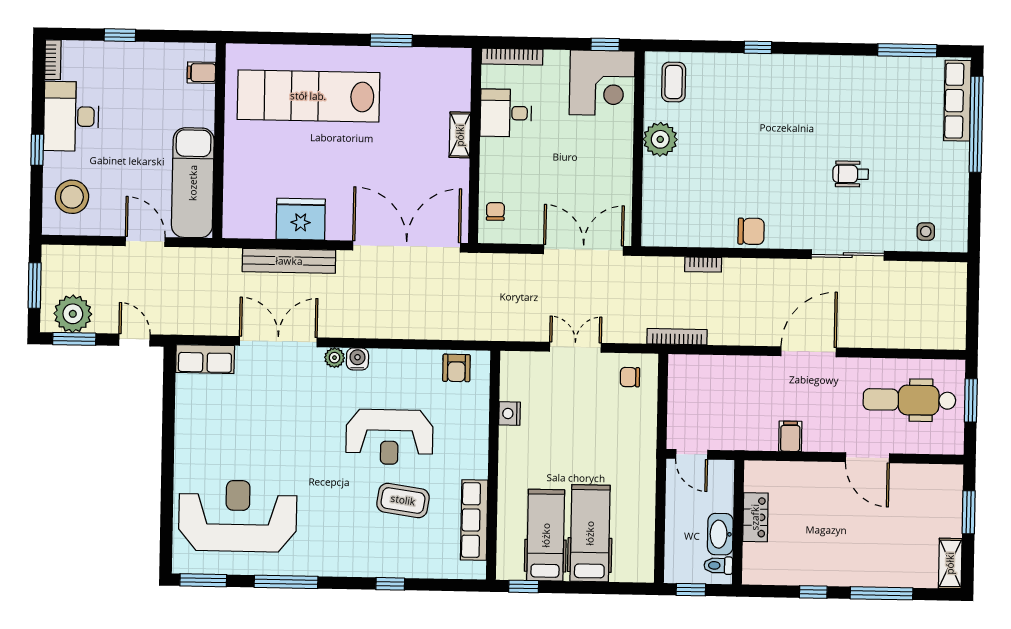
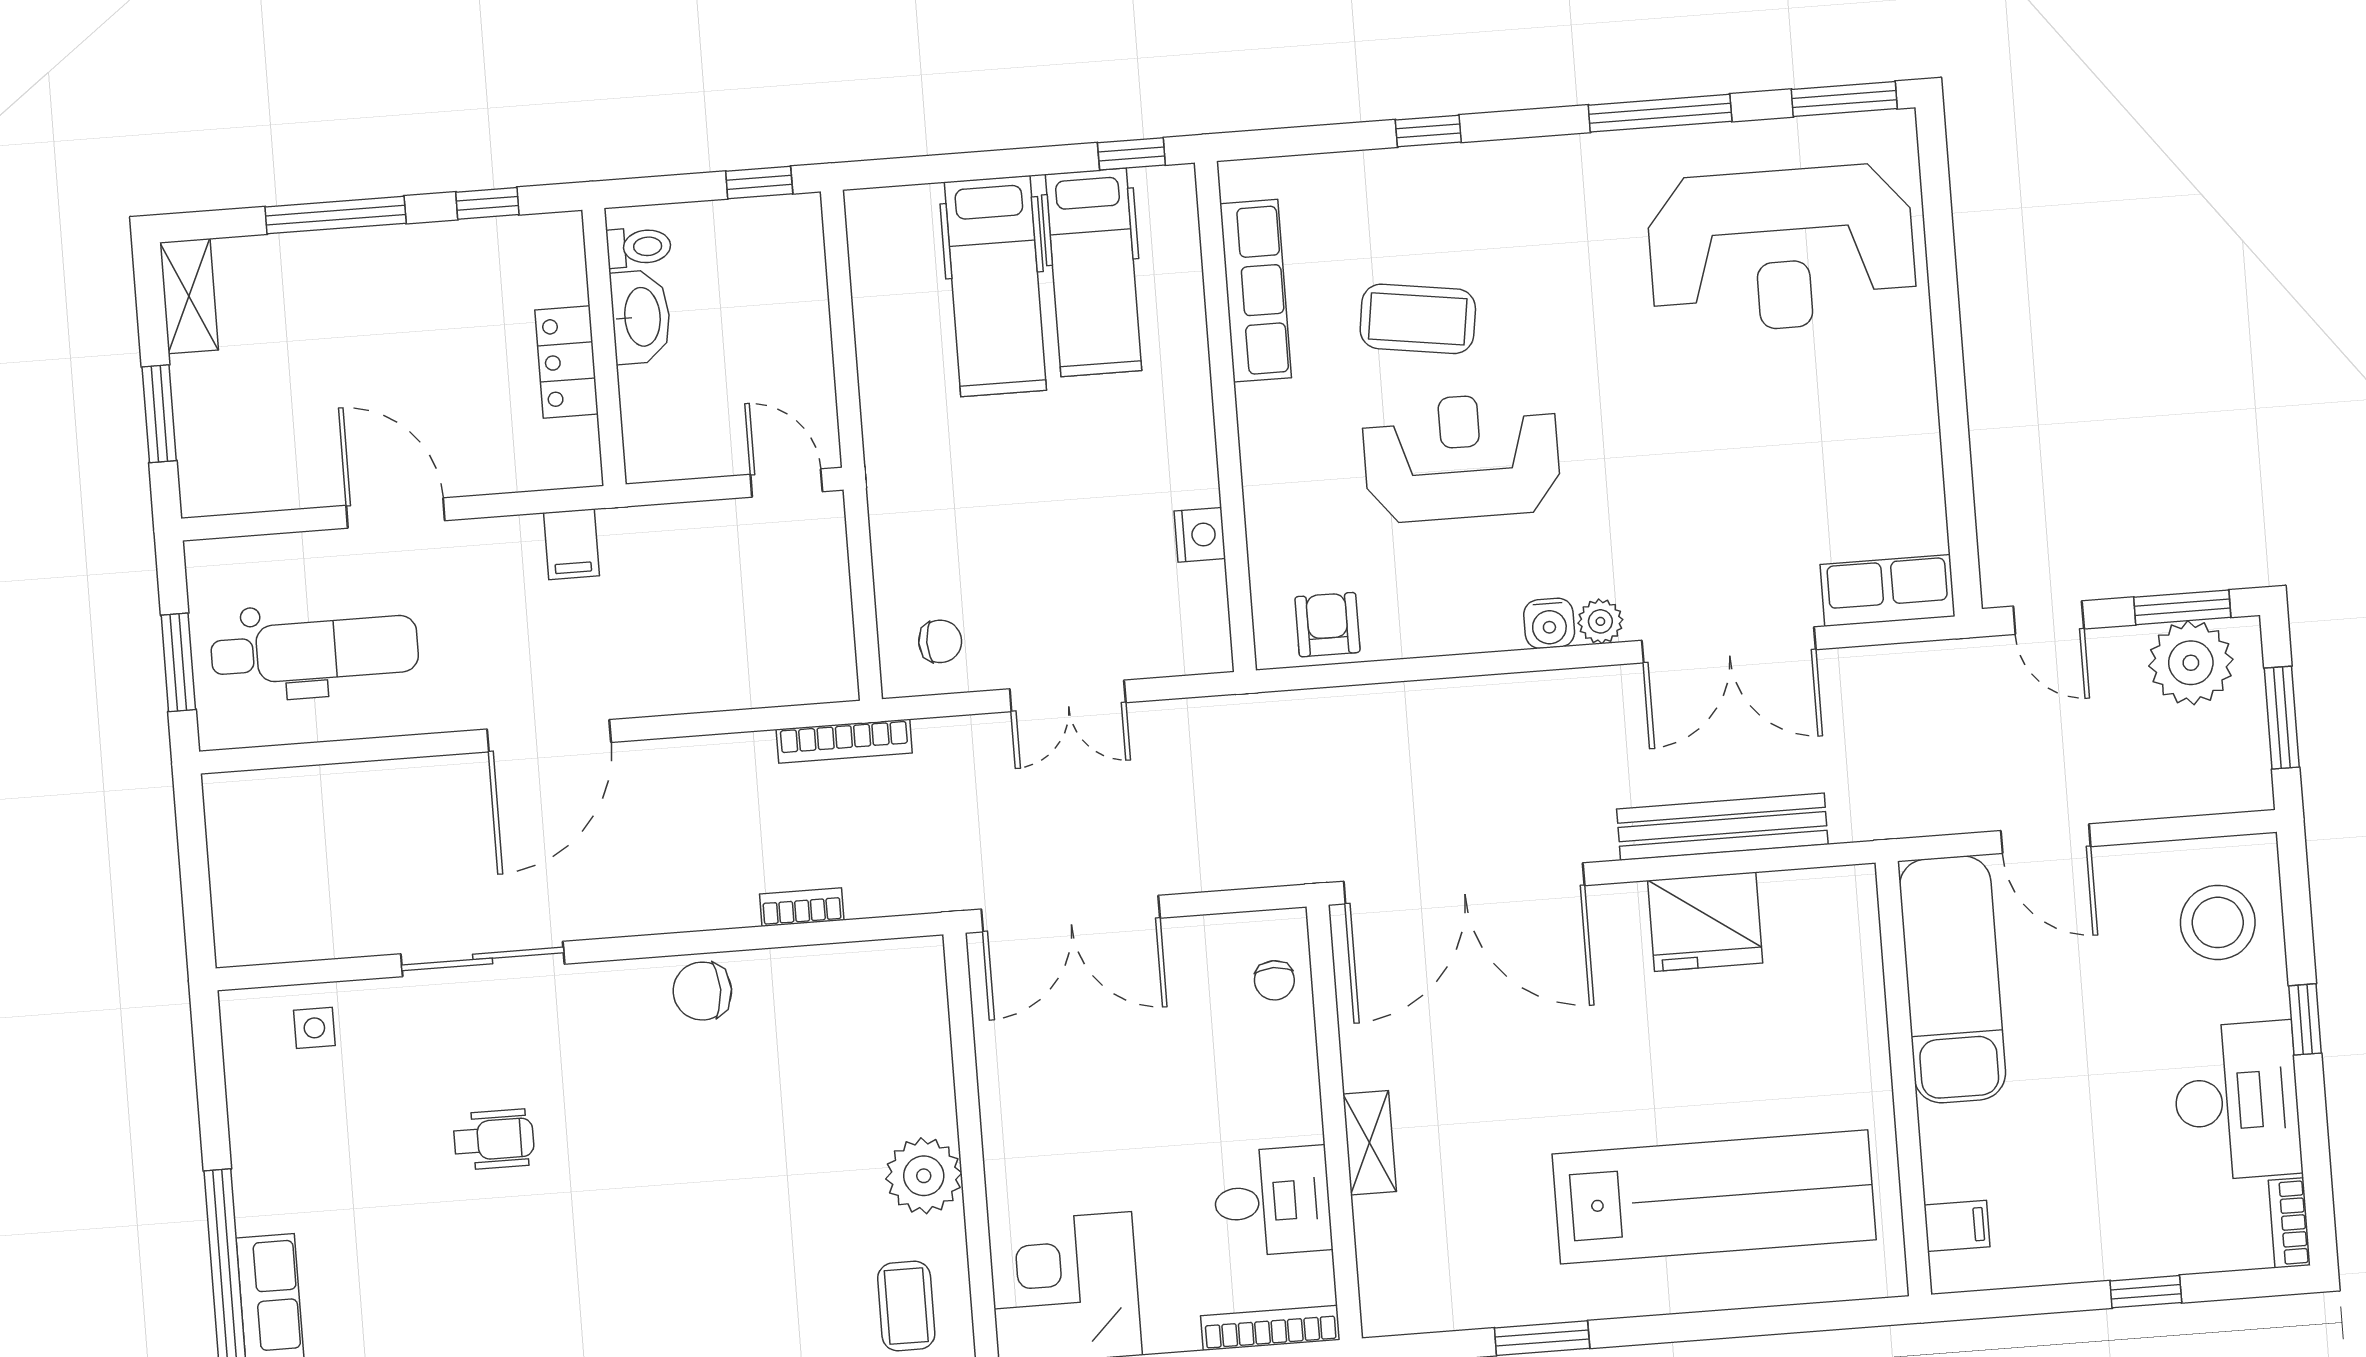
locker: (755, 517) -> (567, 362), moved
wall: (738, 522) -> (604, 347), moved
washbasin: (720, 534) -> (641, 317), moved
toilet: (718, 565) -> (639, 247), moved

